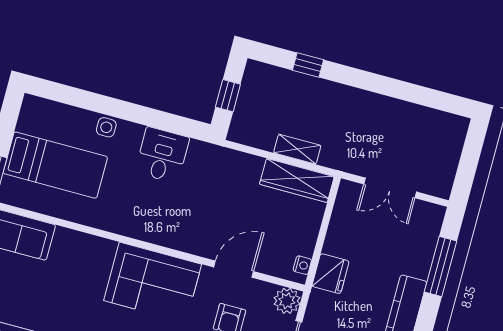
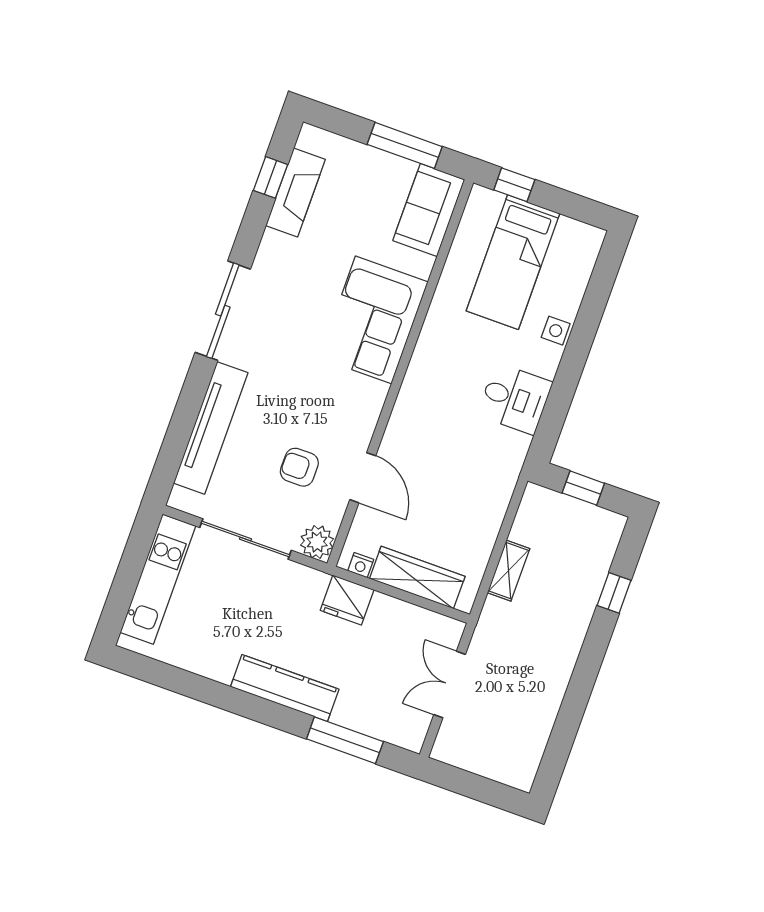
wardrobe: (297, 180) -> (417, 578), moved, turned 90
corner sofa: (153, 282) -> (374, 320), moved

